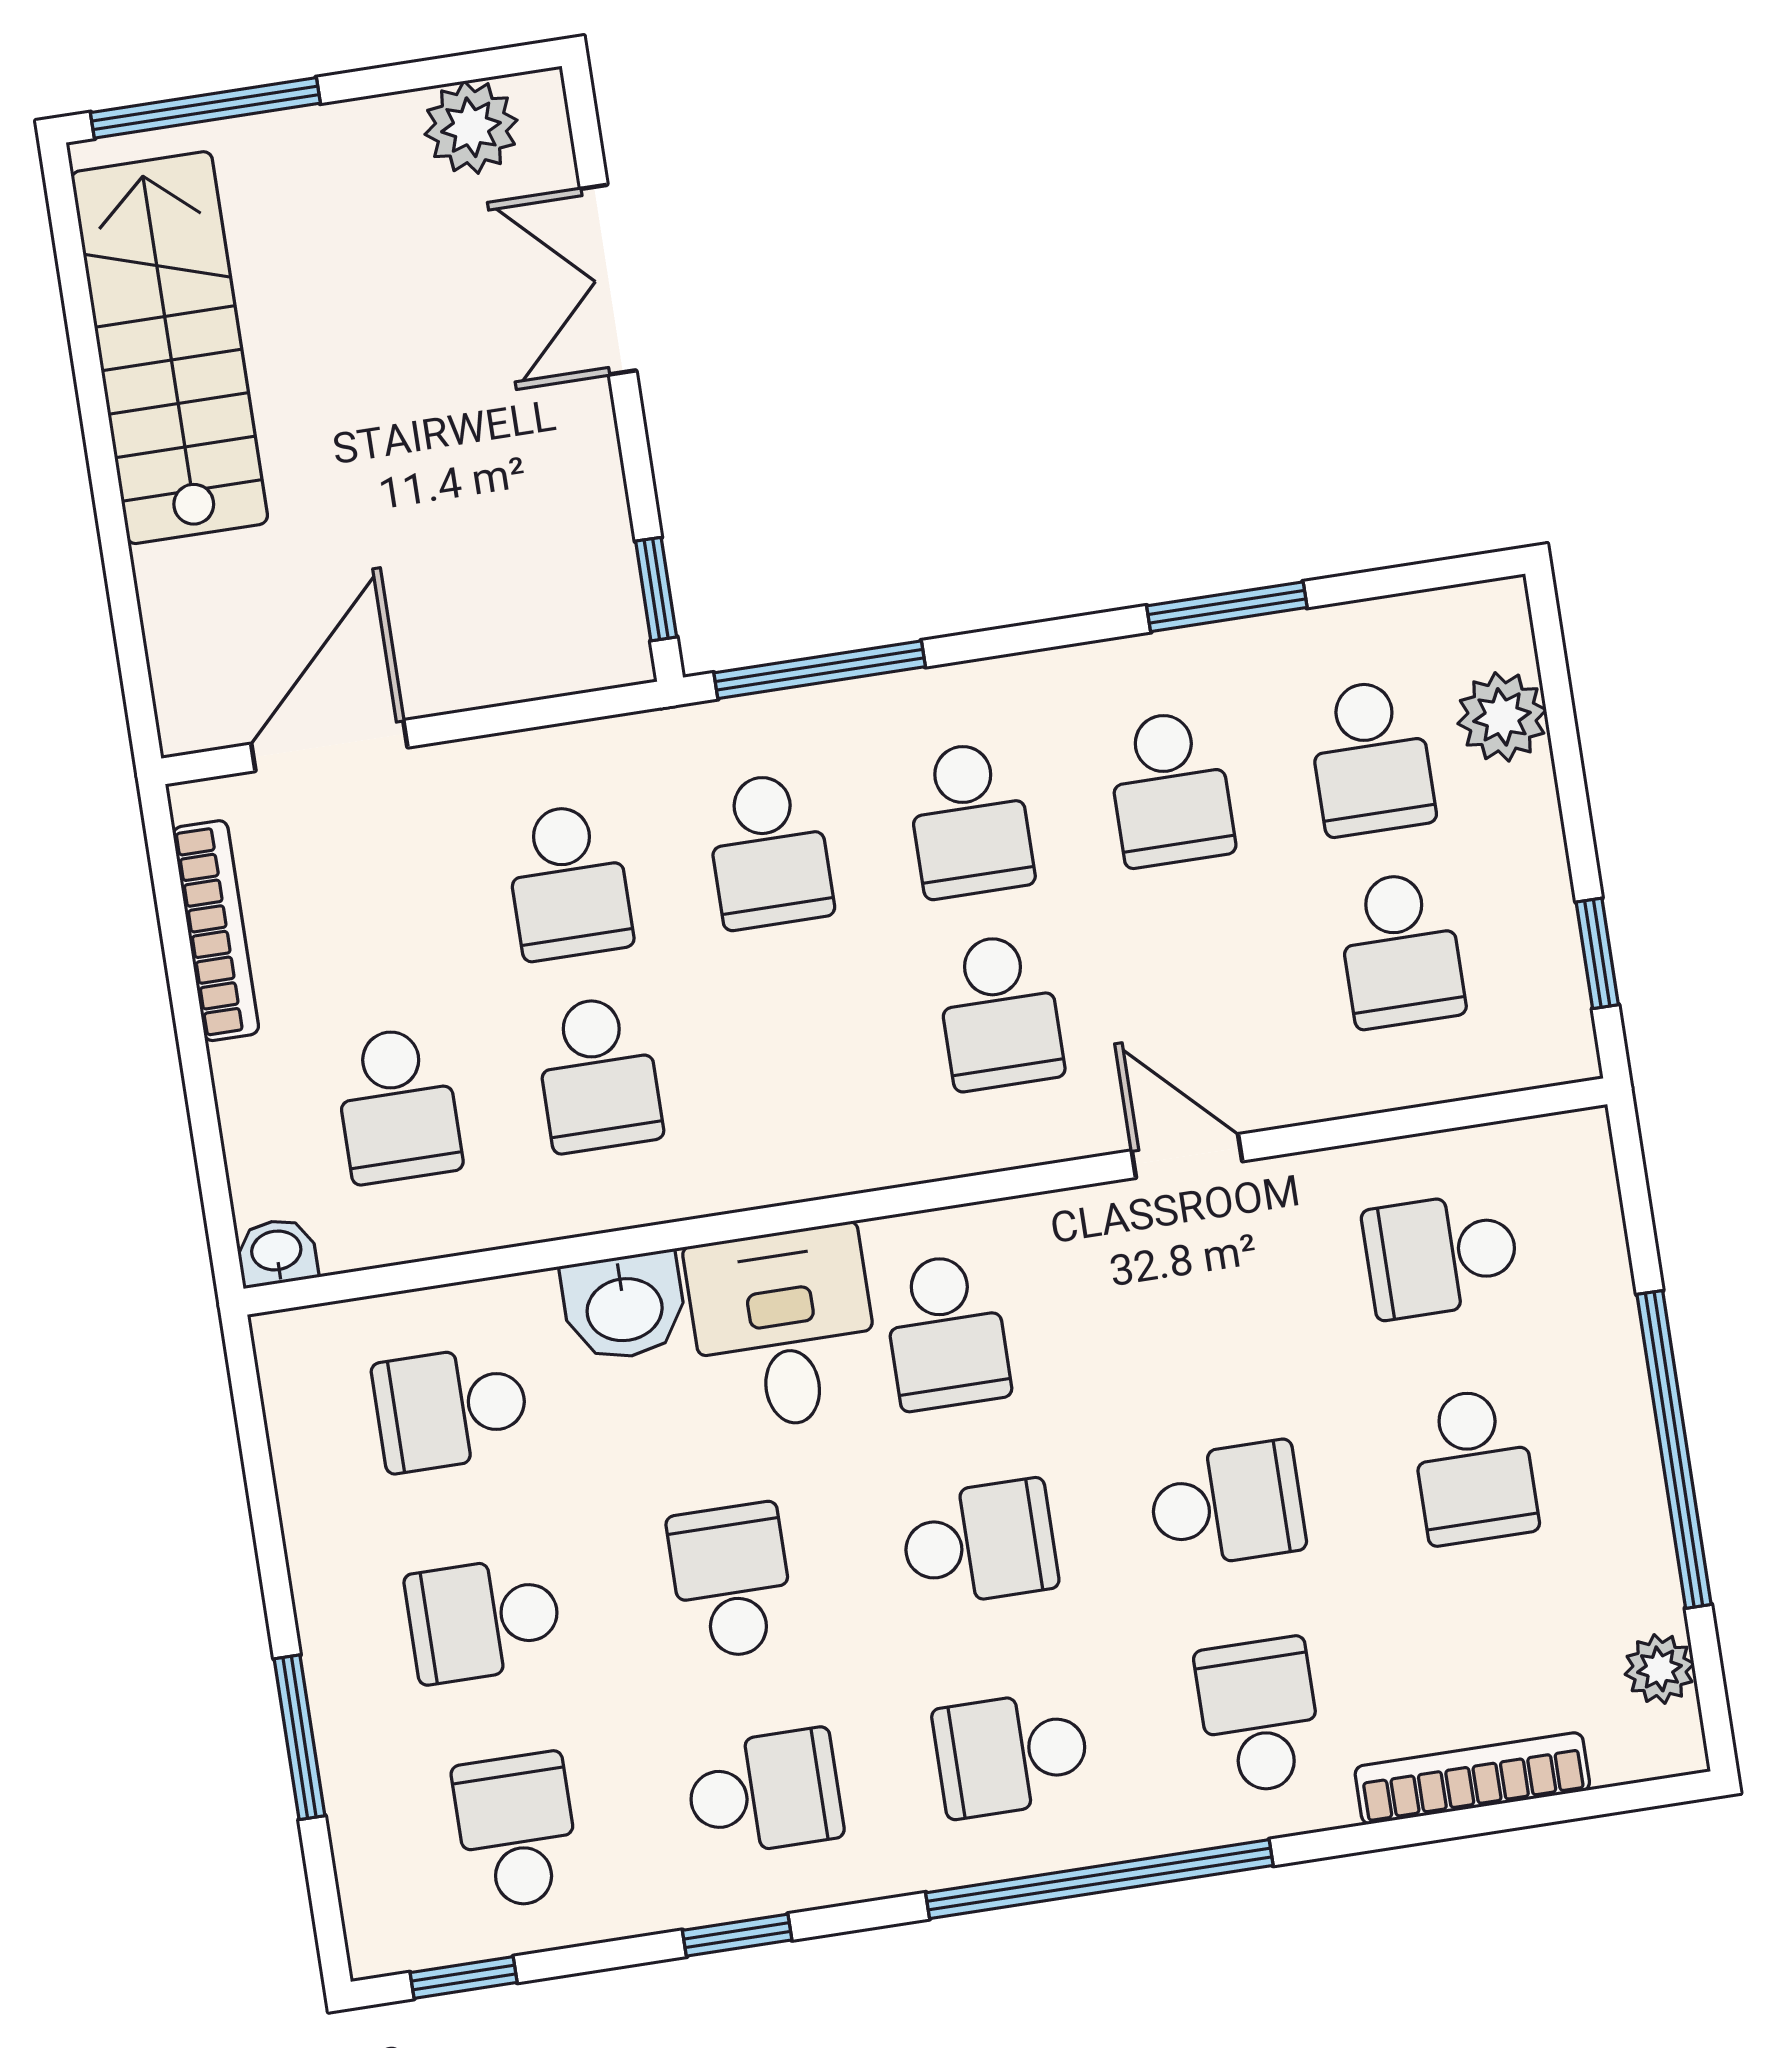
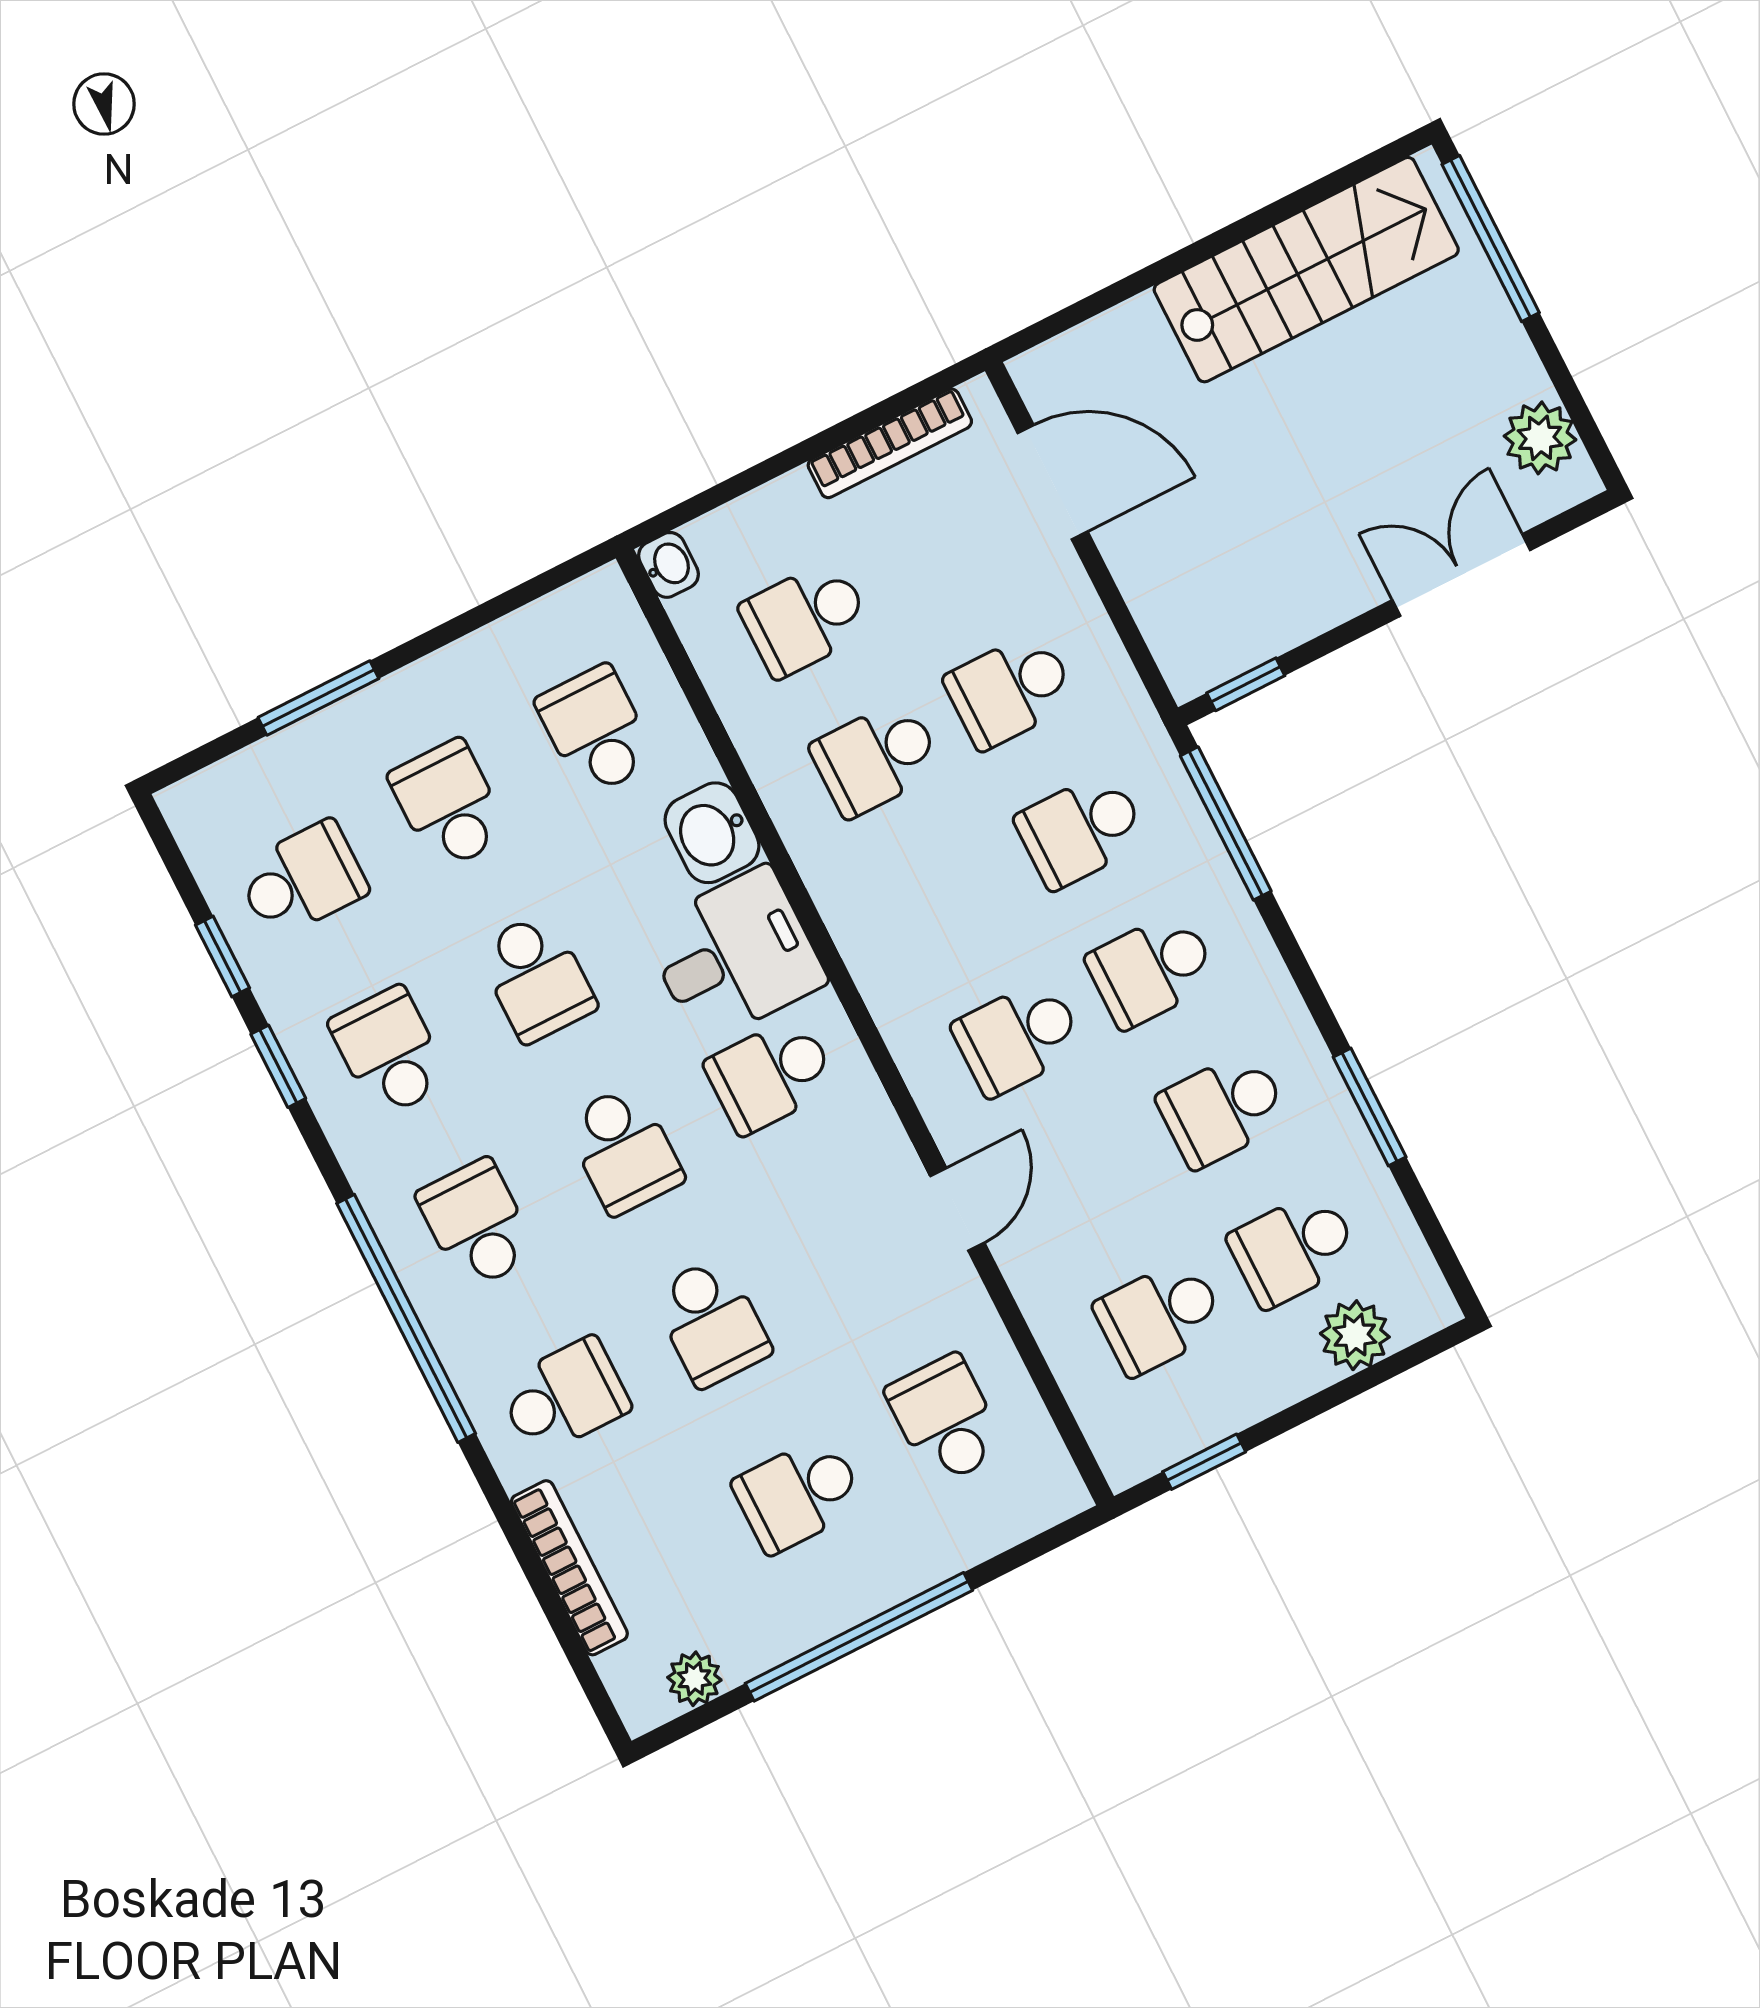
school desk: (731, 1581) -> (536, 977), turned 90
school desk: (764, 1792) -> (389, 1052), turned 180
window: (464, 1978) -> (222, 956), moved

